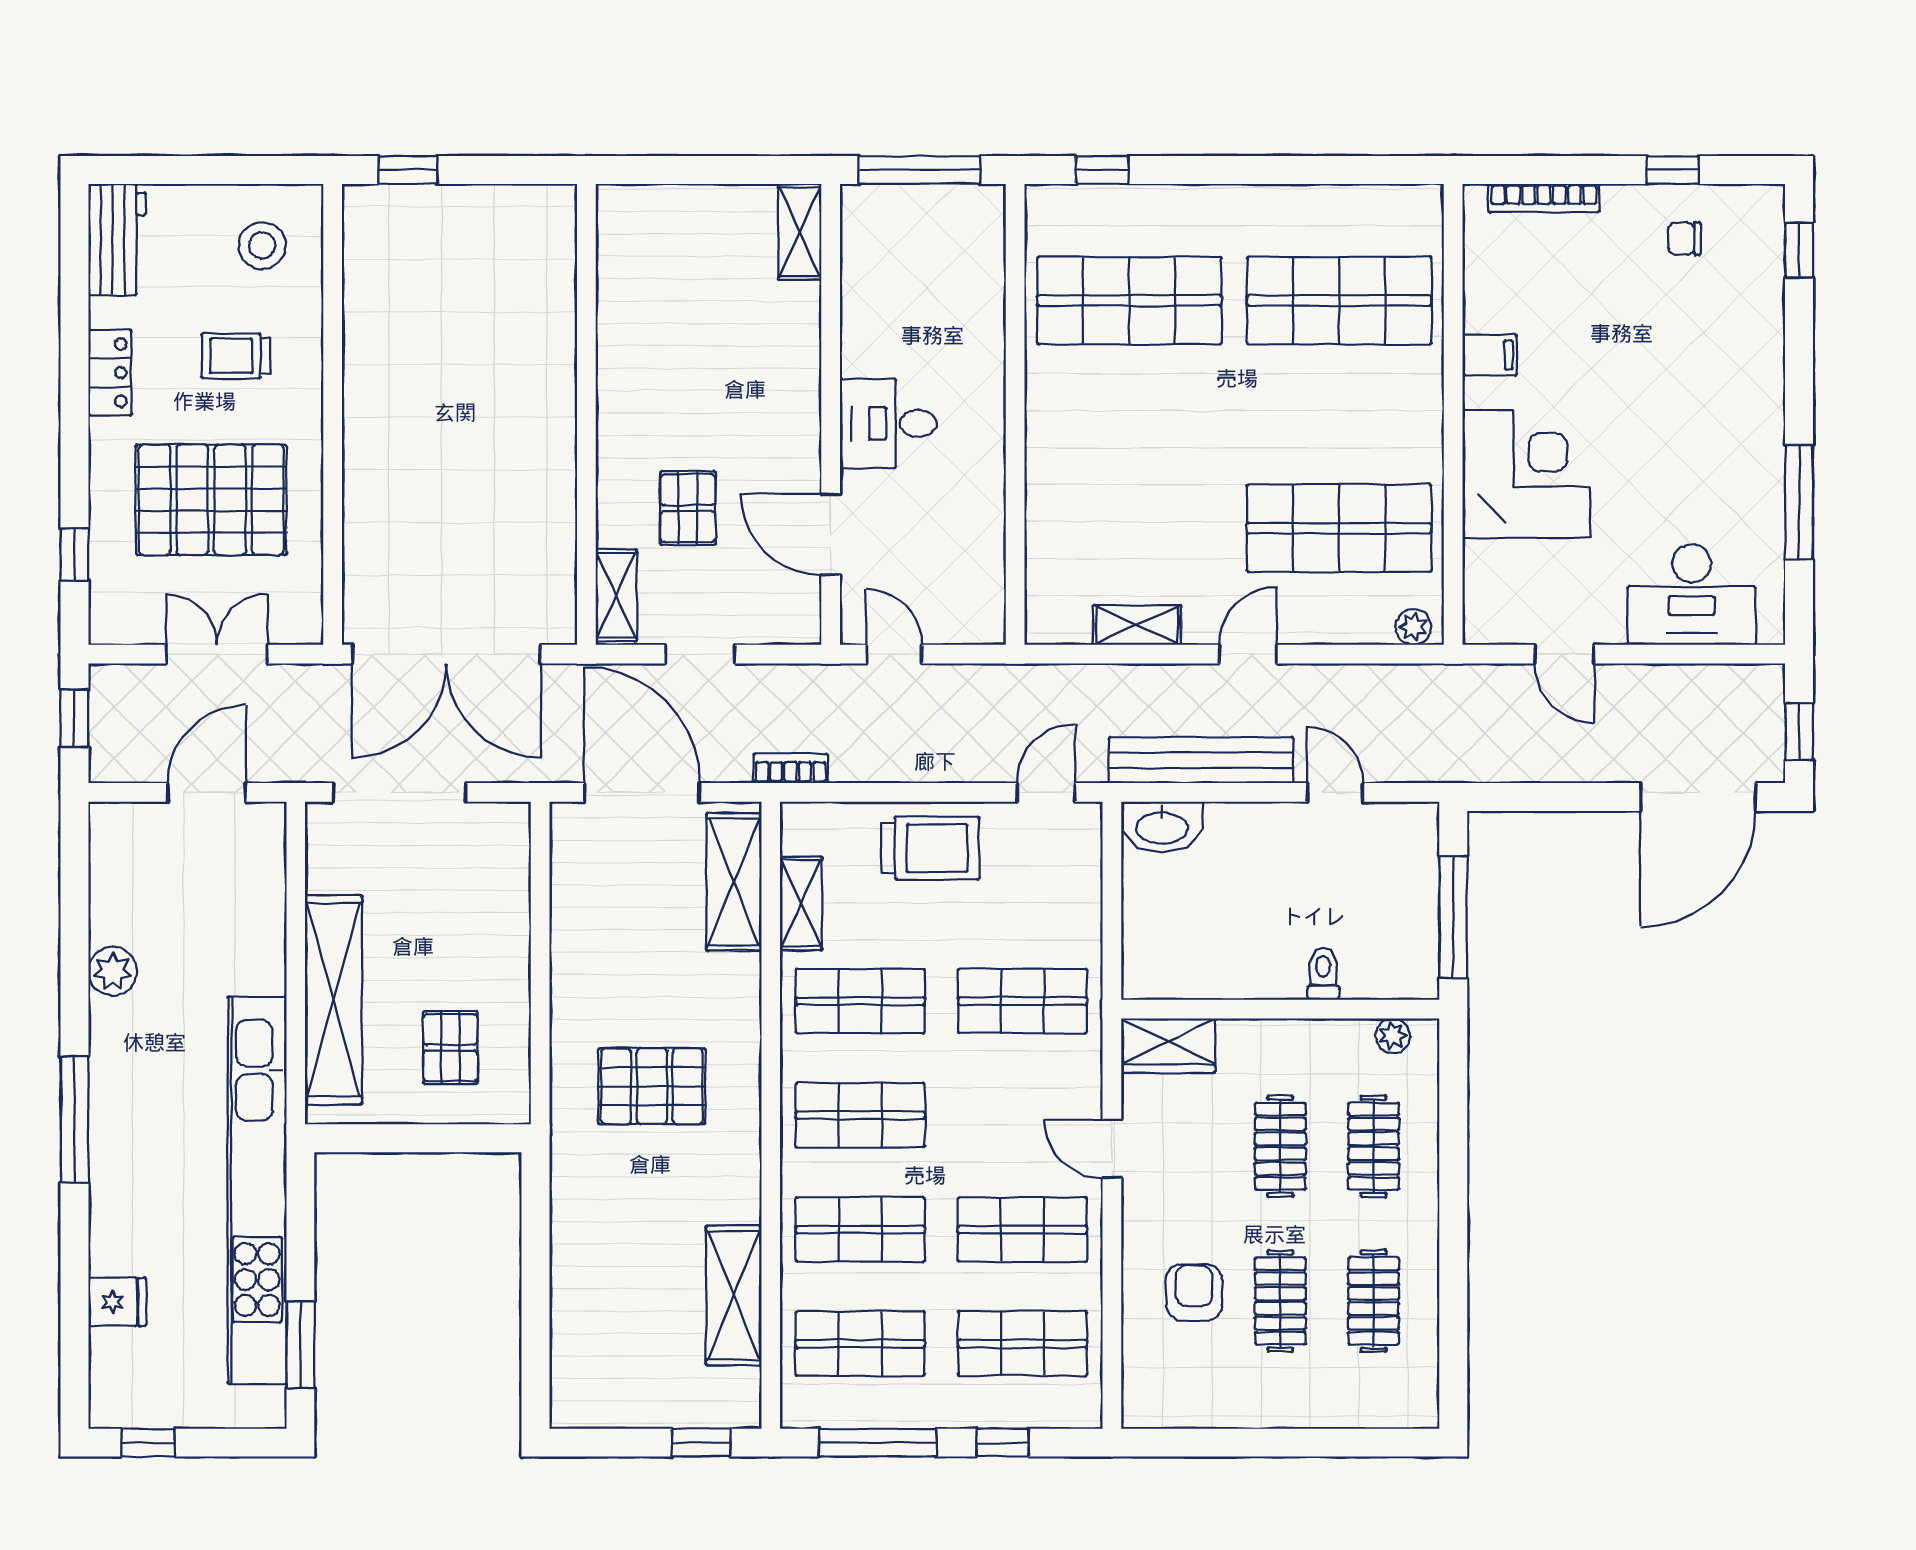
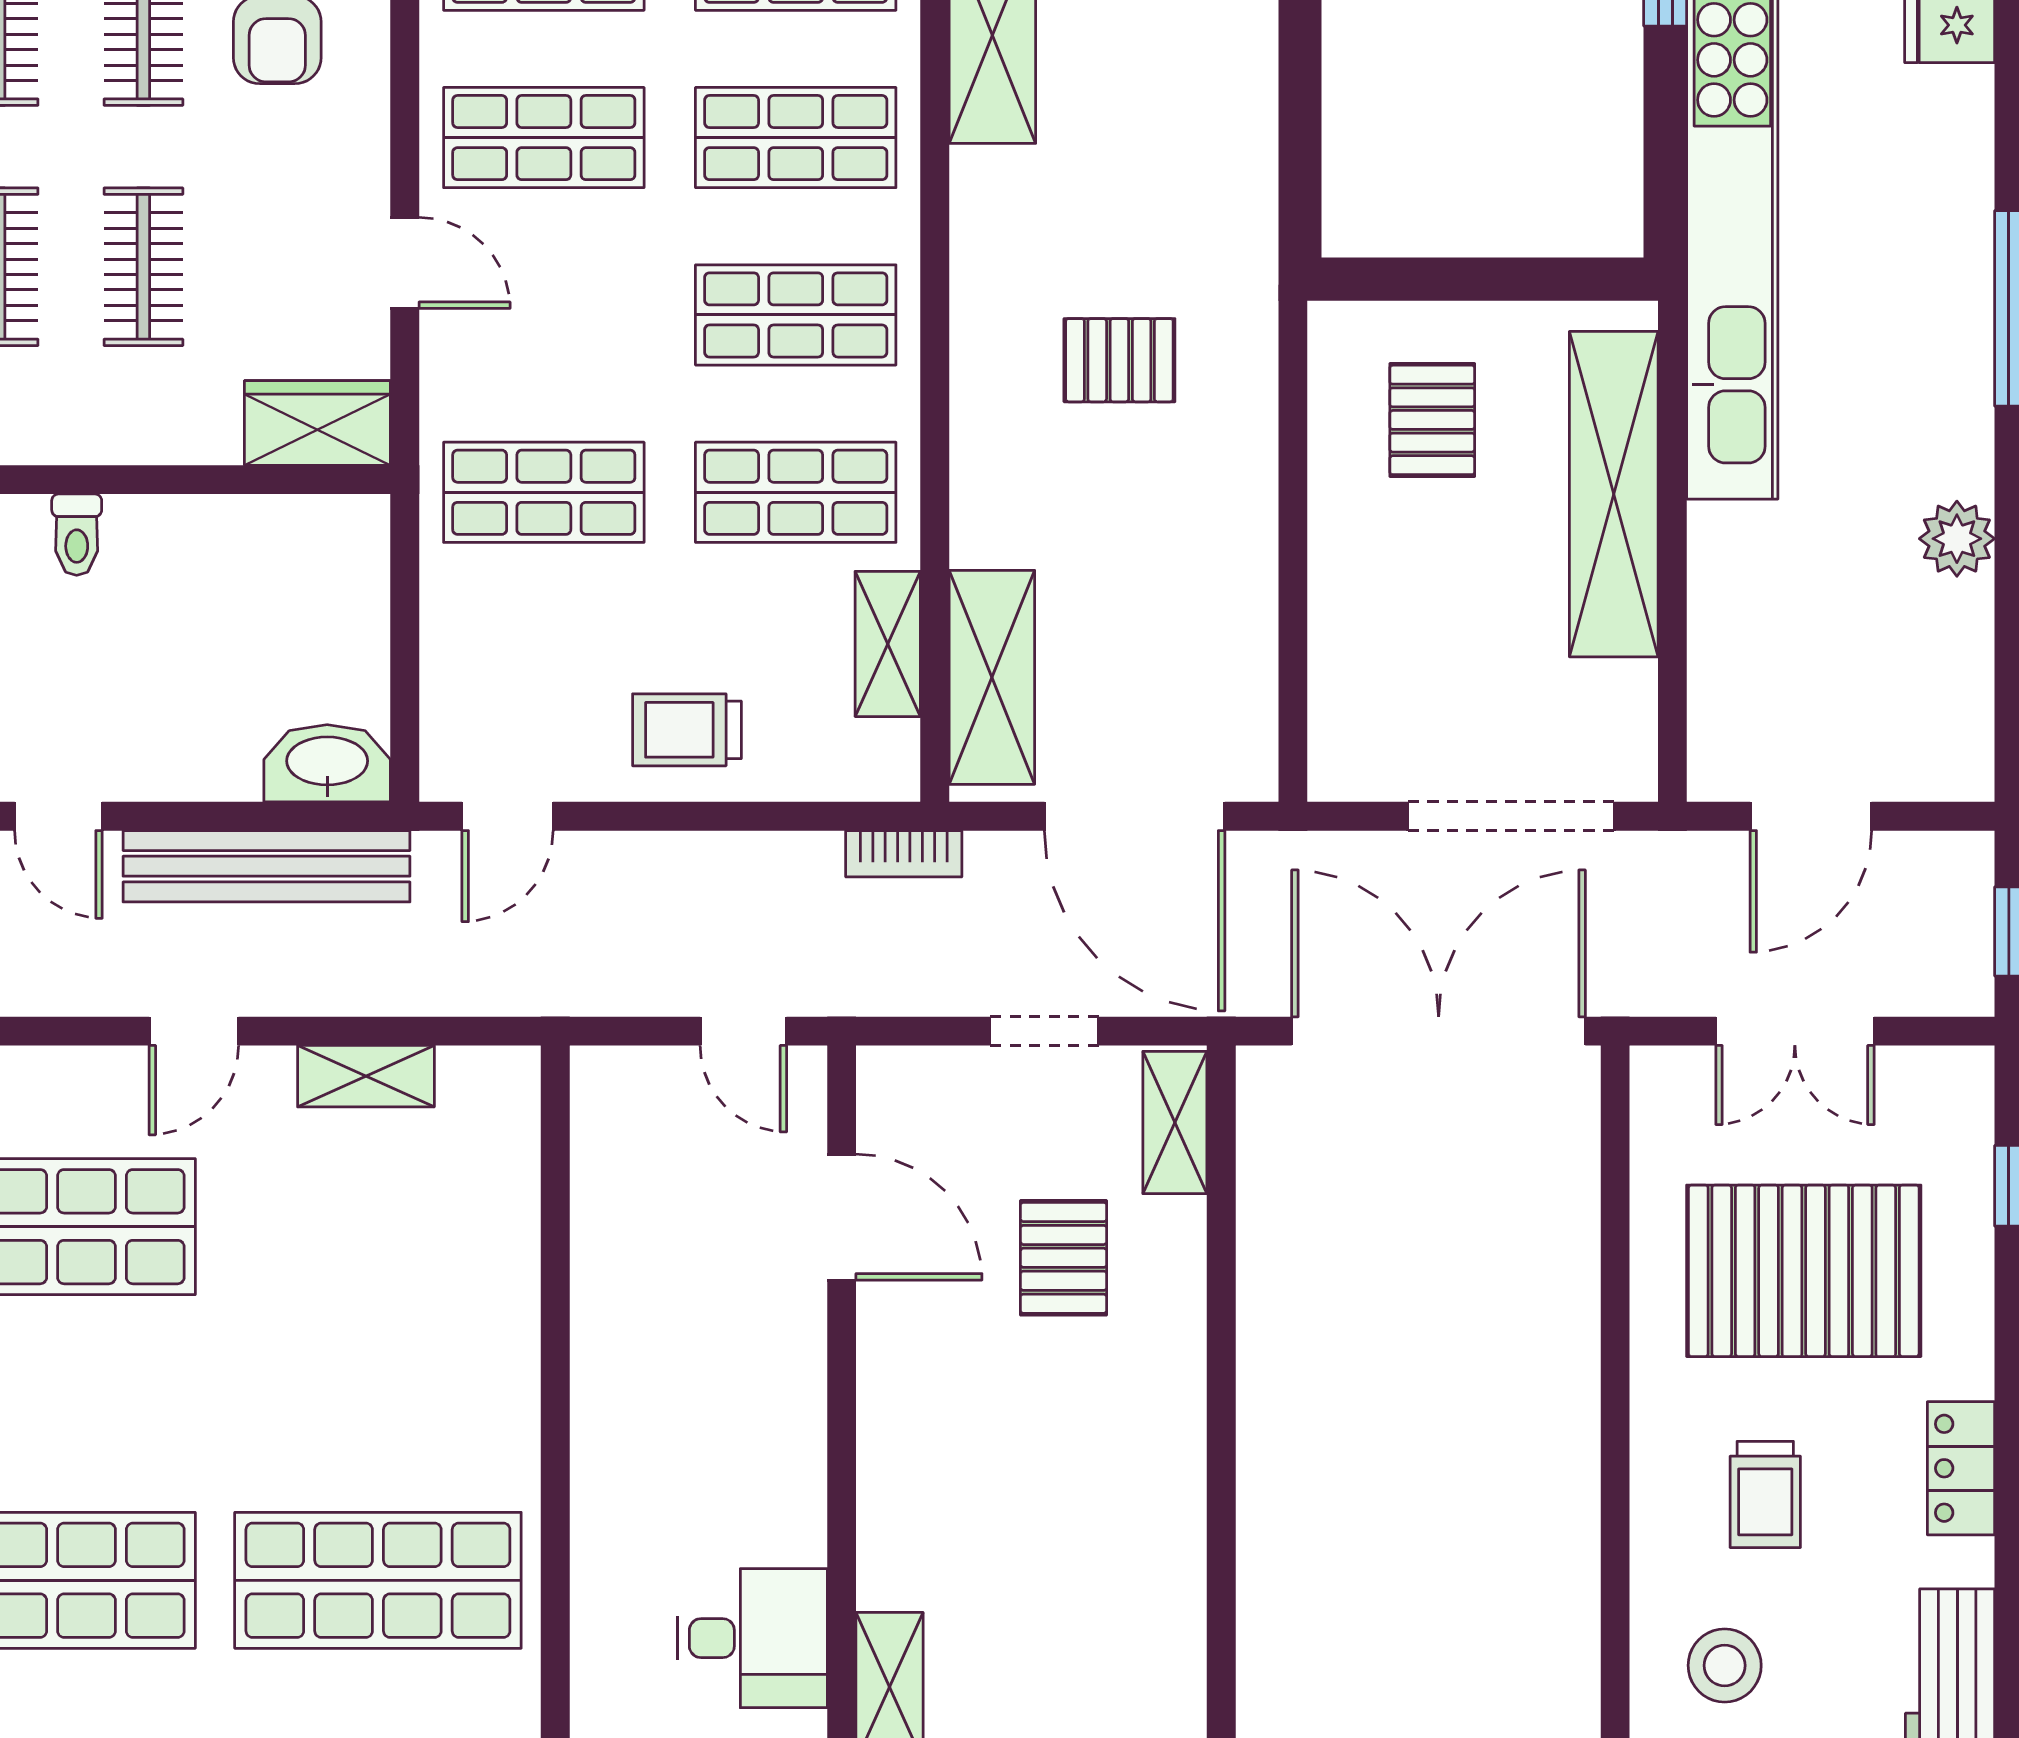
trolley: (236, 356) -> (1765, 1494), turned 90
desk: (888, 423) -> (752, 1638), moved
trolley: (930, 848) -> (687, 730), width x0.73, depth x0.72
pallet: (652, 1086) -> (1119, 360), width x0.67, depth x0.71

